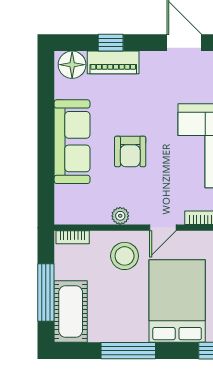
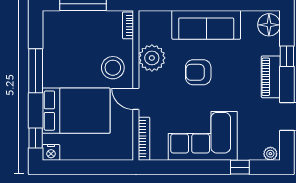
piano: (113, 62) -> (271, 77), moved
plant: (120, 216) -> (152, 58), width x1.87, depth x1.87
cot: (71, 311) -> (67, 24), removed

